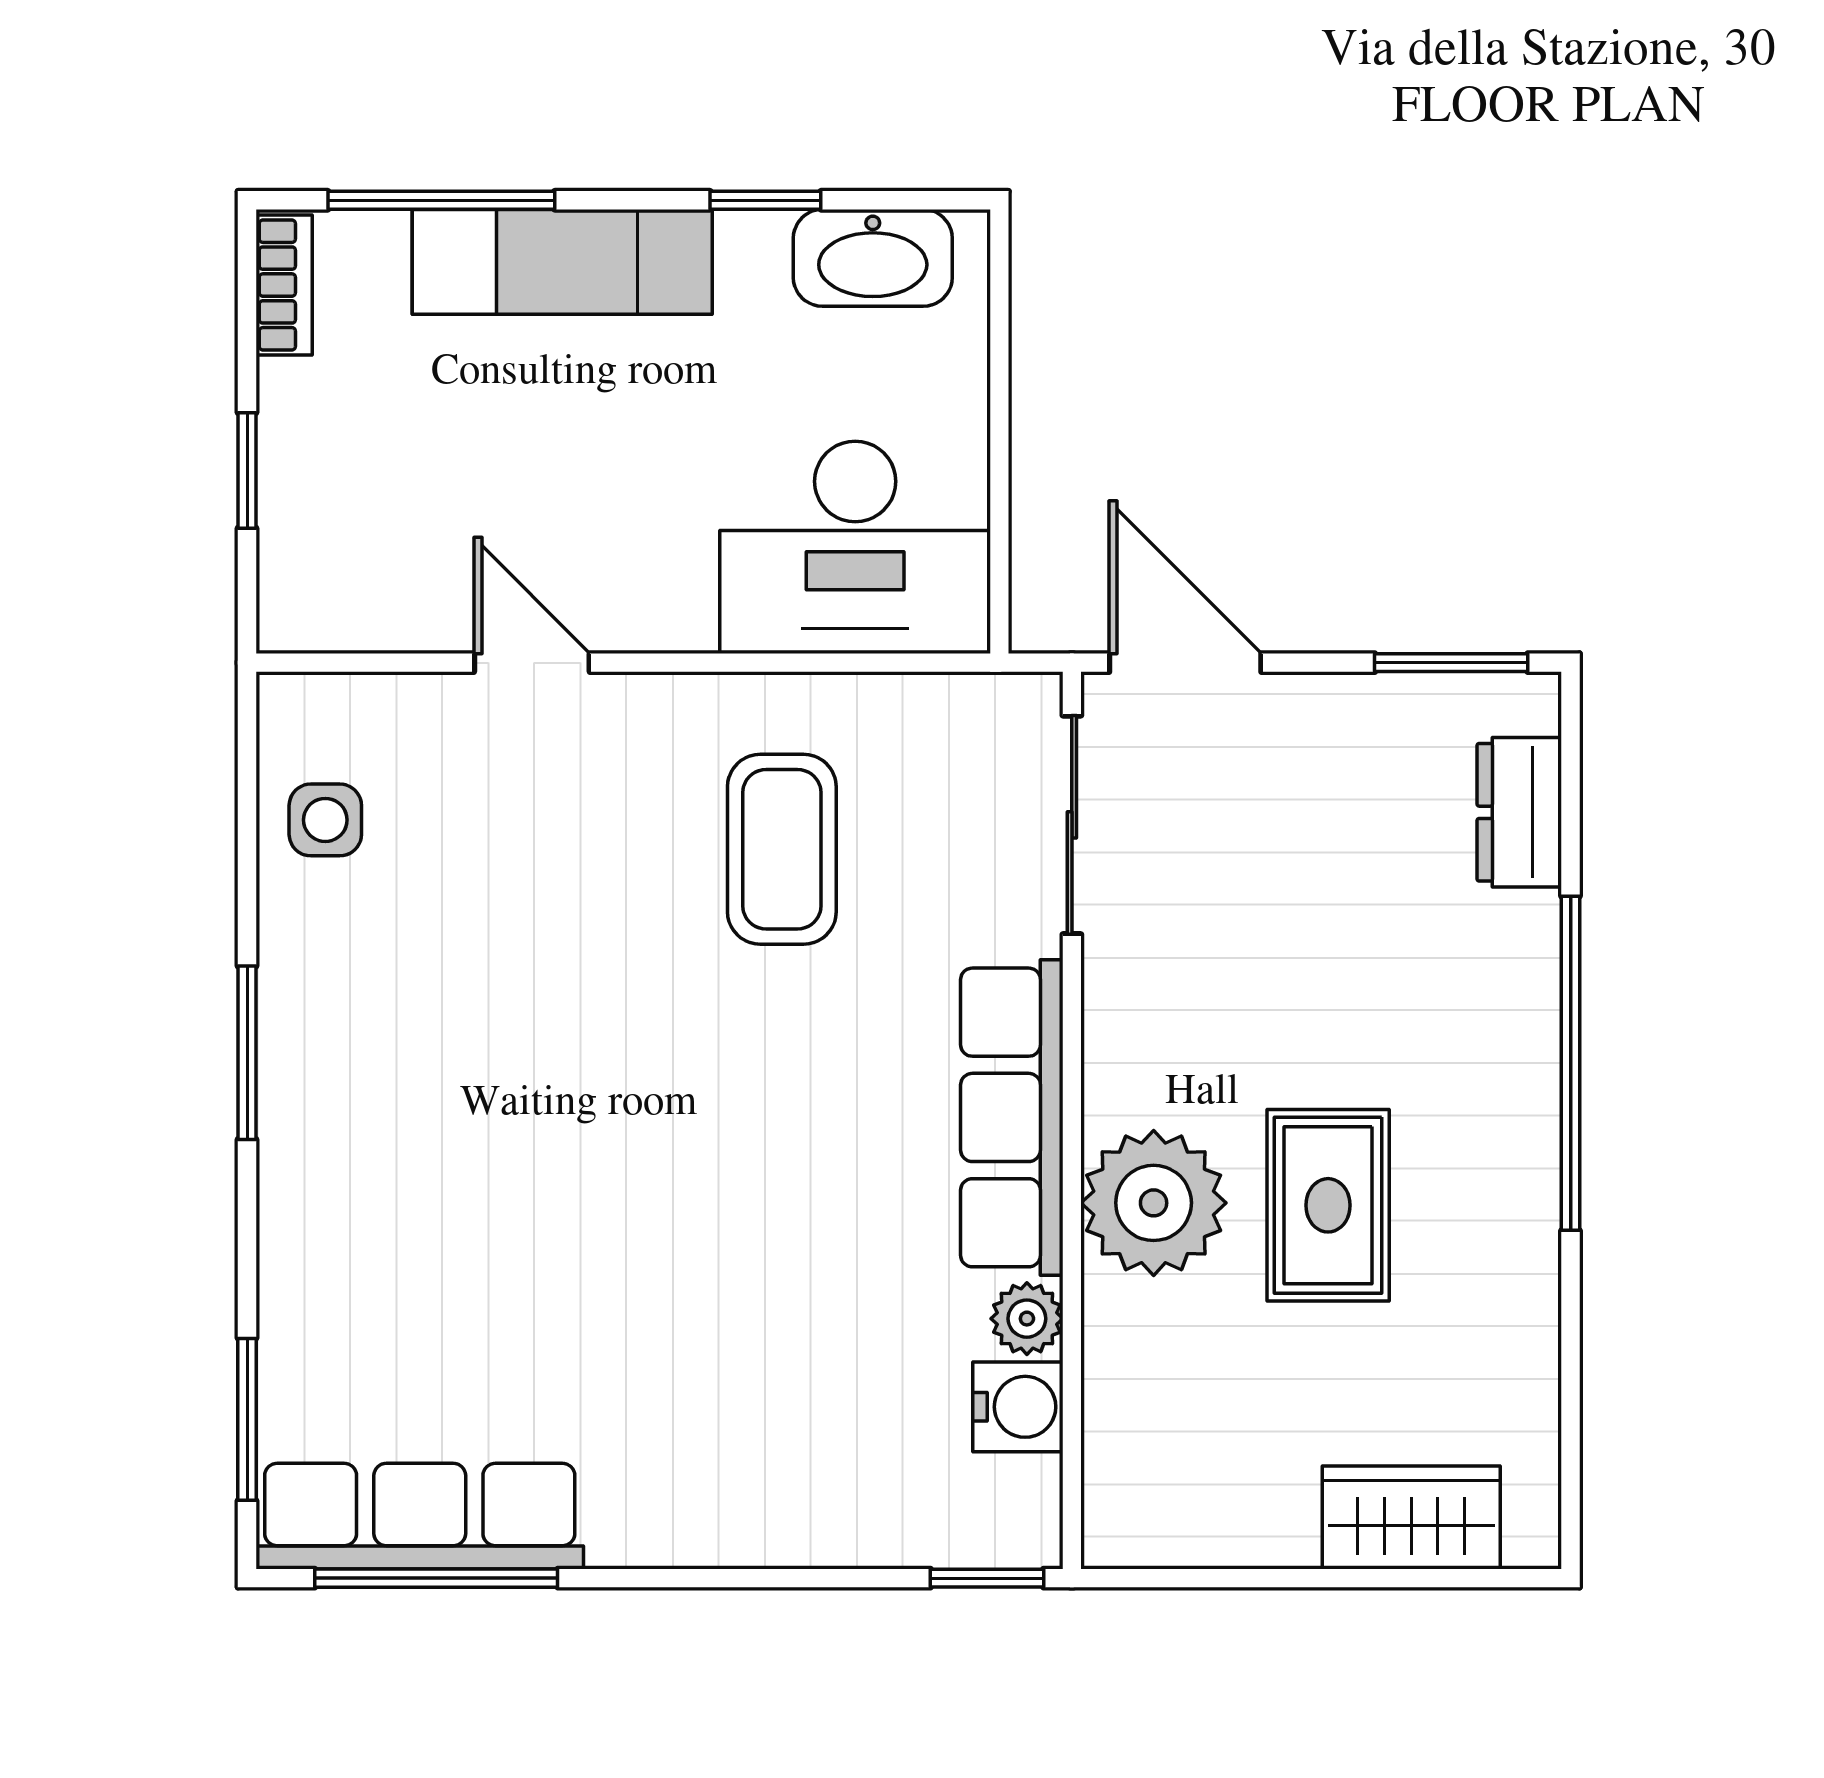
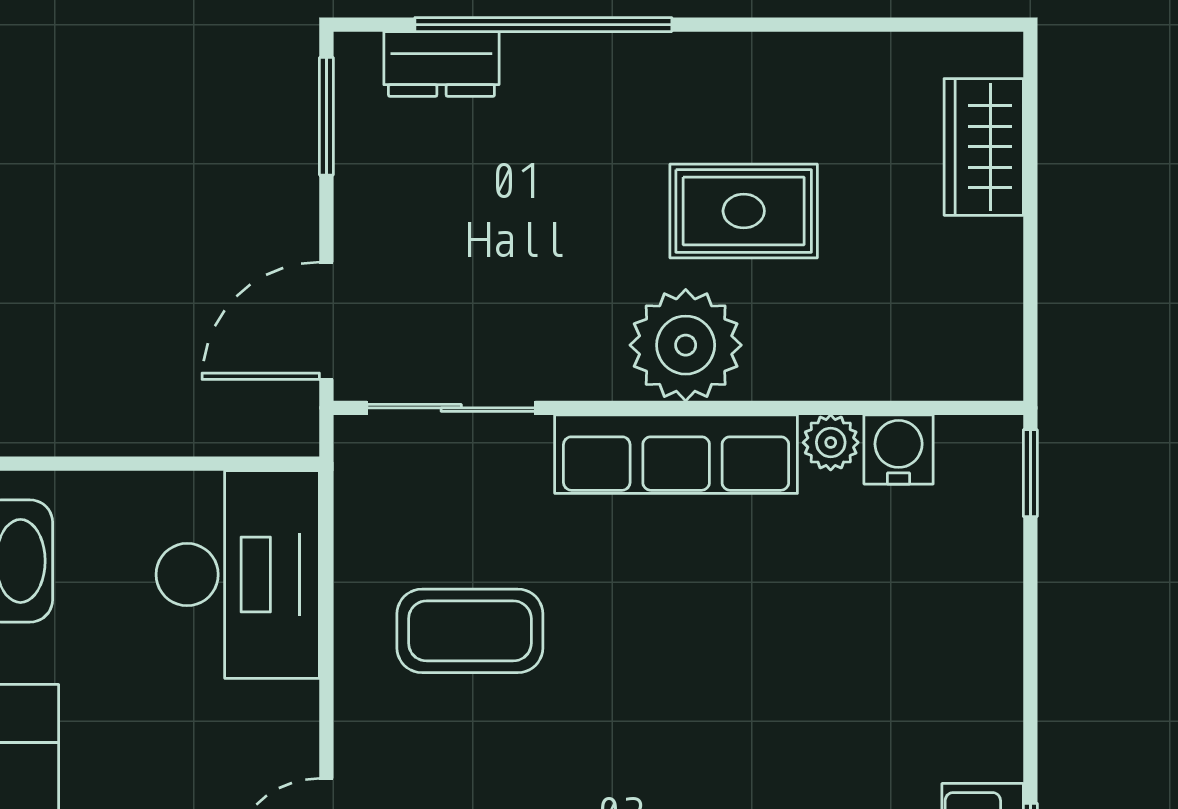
window: (1571, 1063) -> (543, 25), moved
plant: (1154, 1203) -> (686, 345), moved

